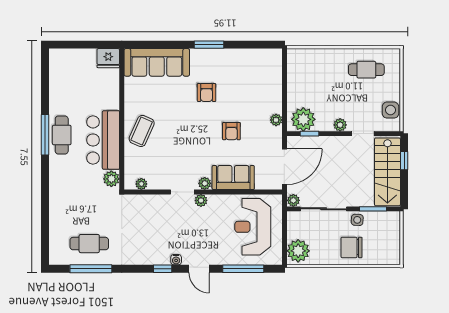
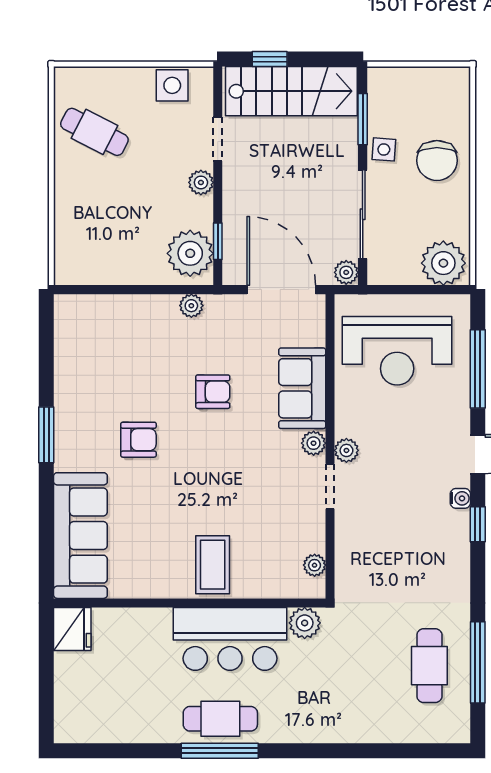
cafe table: (366, 70) -> (94, 132), turned -63
coffee table: (142, 131) -> (213, 565), turned 66

